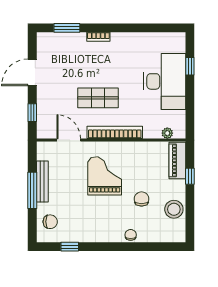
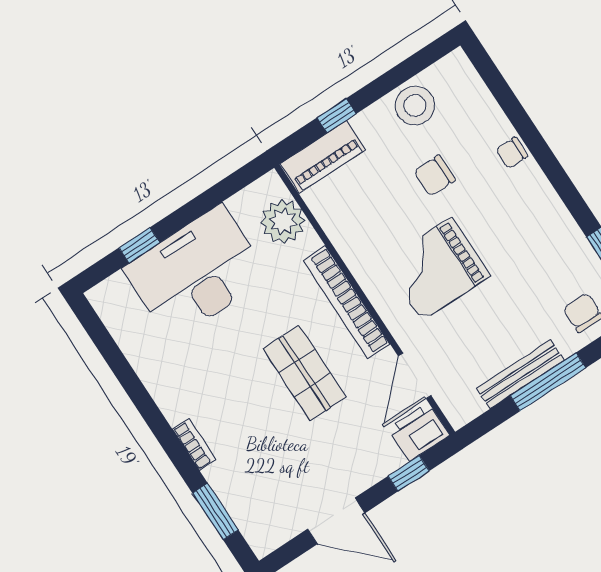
printer: (46, 127) -> (419, 432), added
plant: (167, 133) -> (283, 221), width x1.88, depth x1.88

